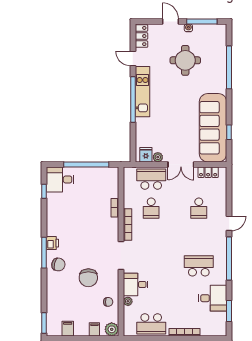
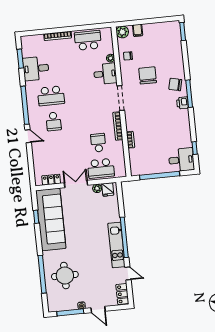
round table: (185, 60) -> (65, 276), moved
school desk: (199, 208) -> (54, 121), moved, turned 180
door: (229, 223) -> (28, 136), swing flipped
filing cabinet: (68, 329) -> (161, 29), removed

